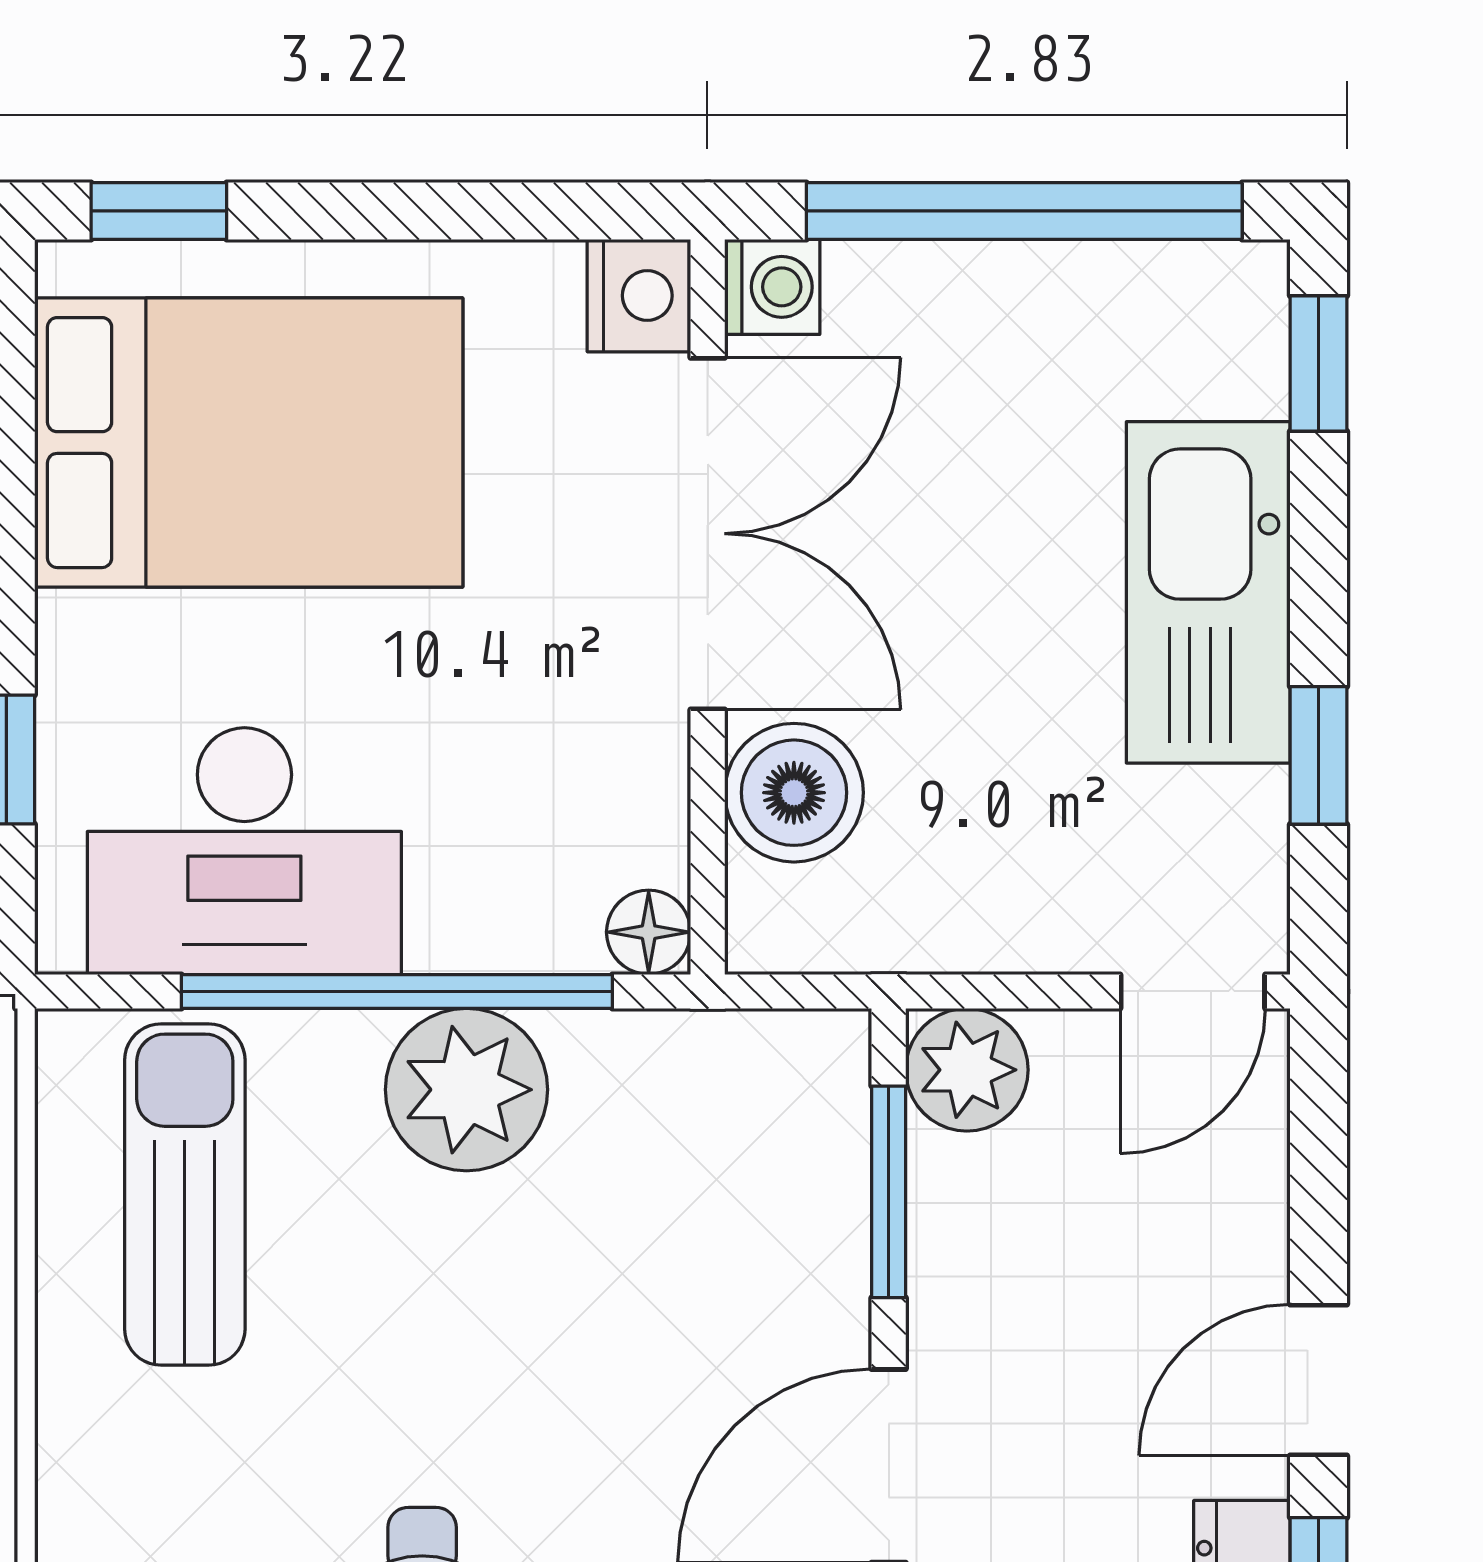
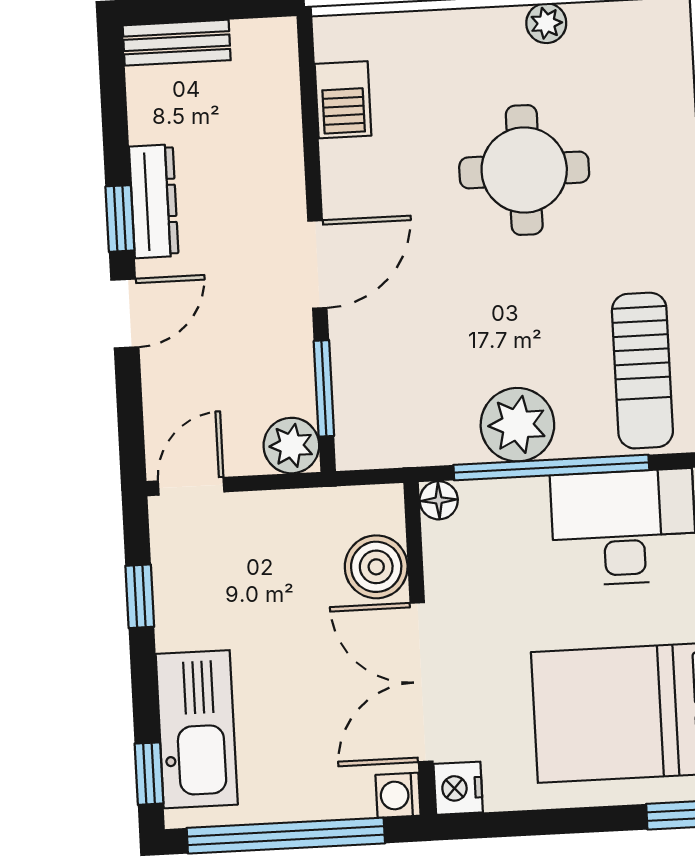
kitchen sink: (1208, 592) -> (197, 729), moved

